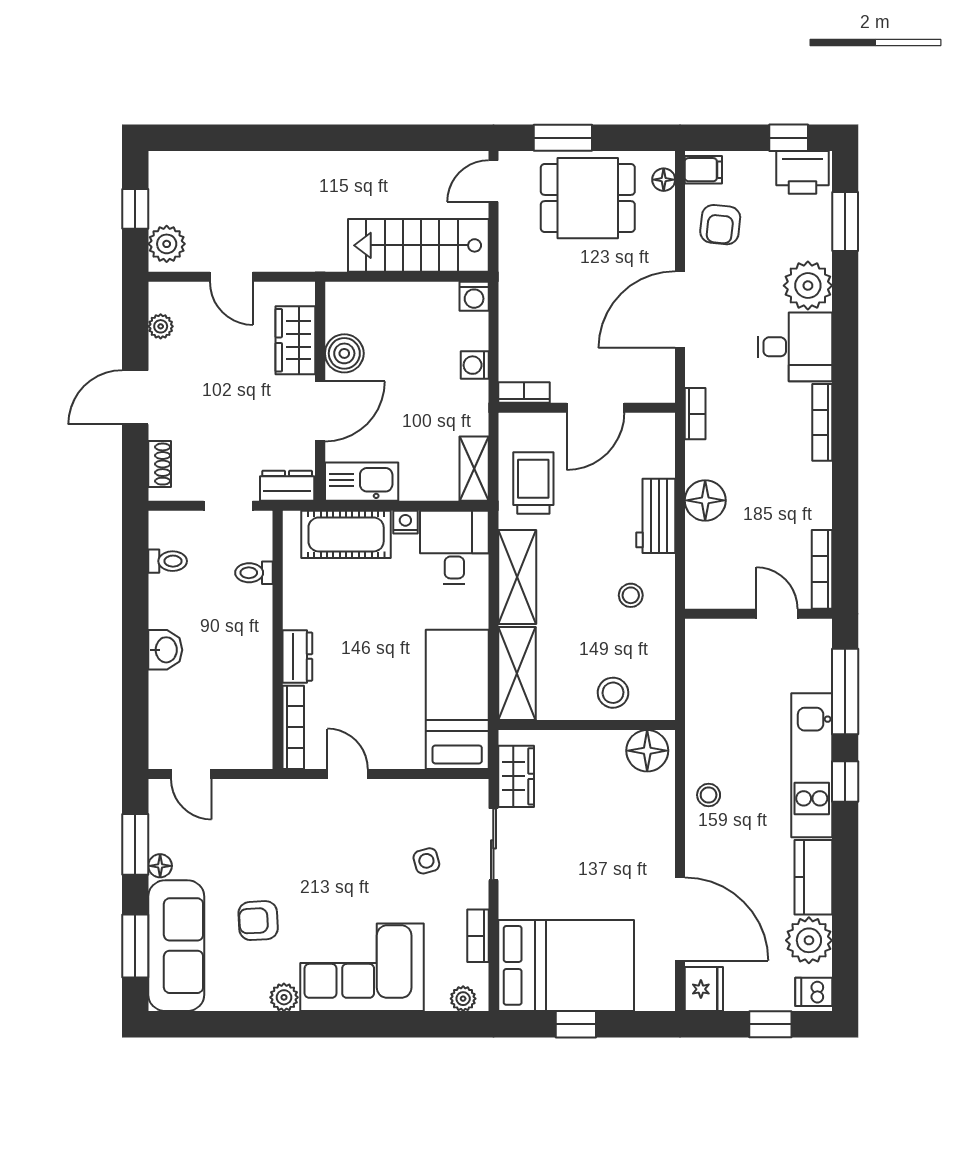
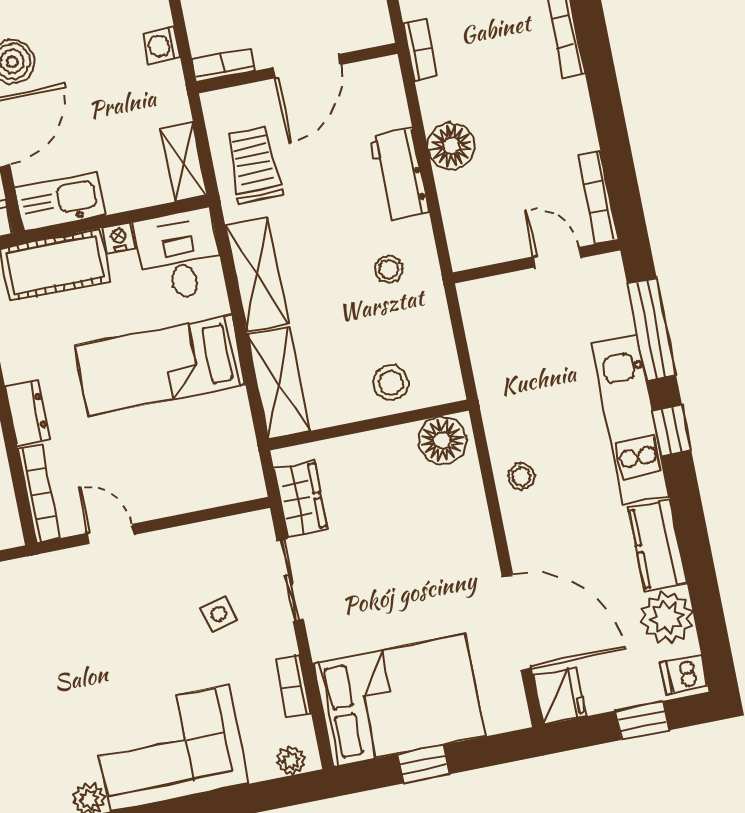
bed: (457, 699) -> (160, 365), moved, turned -90
armchair: (258, 921) -> (43, 719), removed

